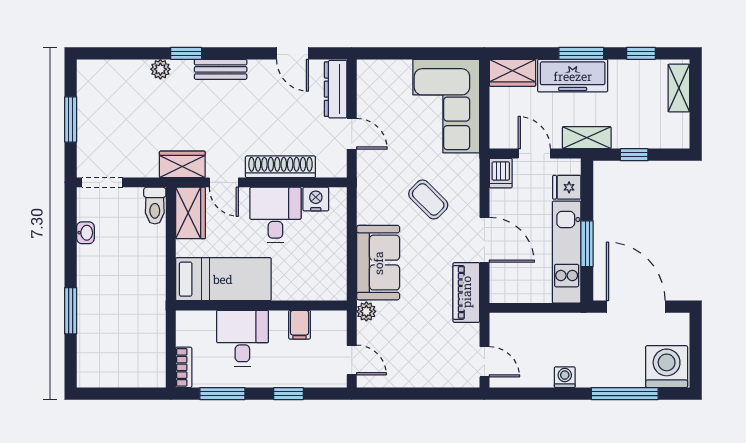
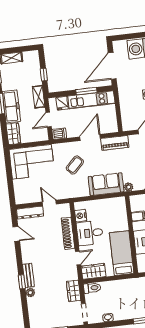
door: (293, 53) -> (16, 234), hinge flipped
bench: (221, 69) -> (28, 275), moved
door: (352, 134) -> (49, 203), hinge flipped
wardrobe: (182, 164) -> (74, 291), moved

